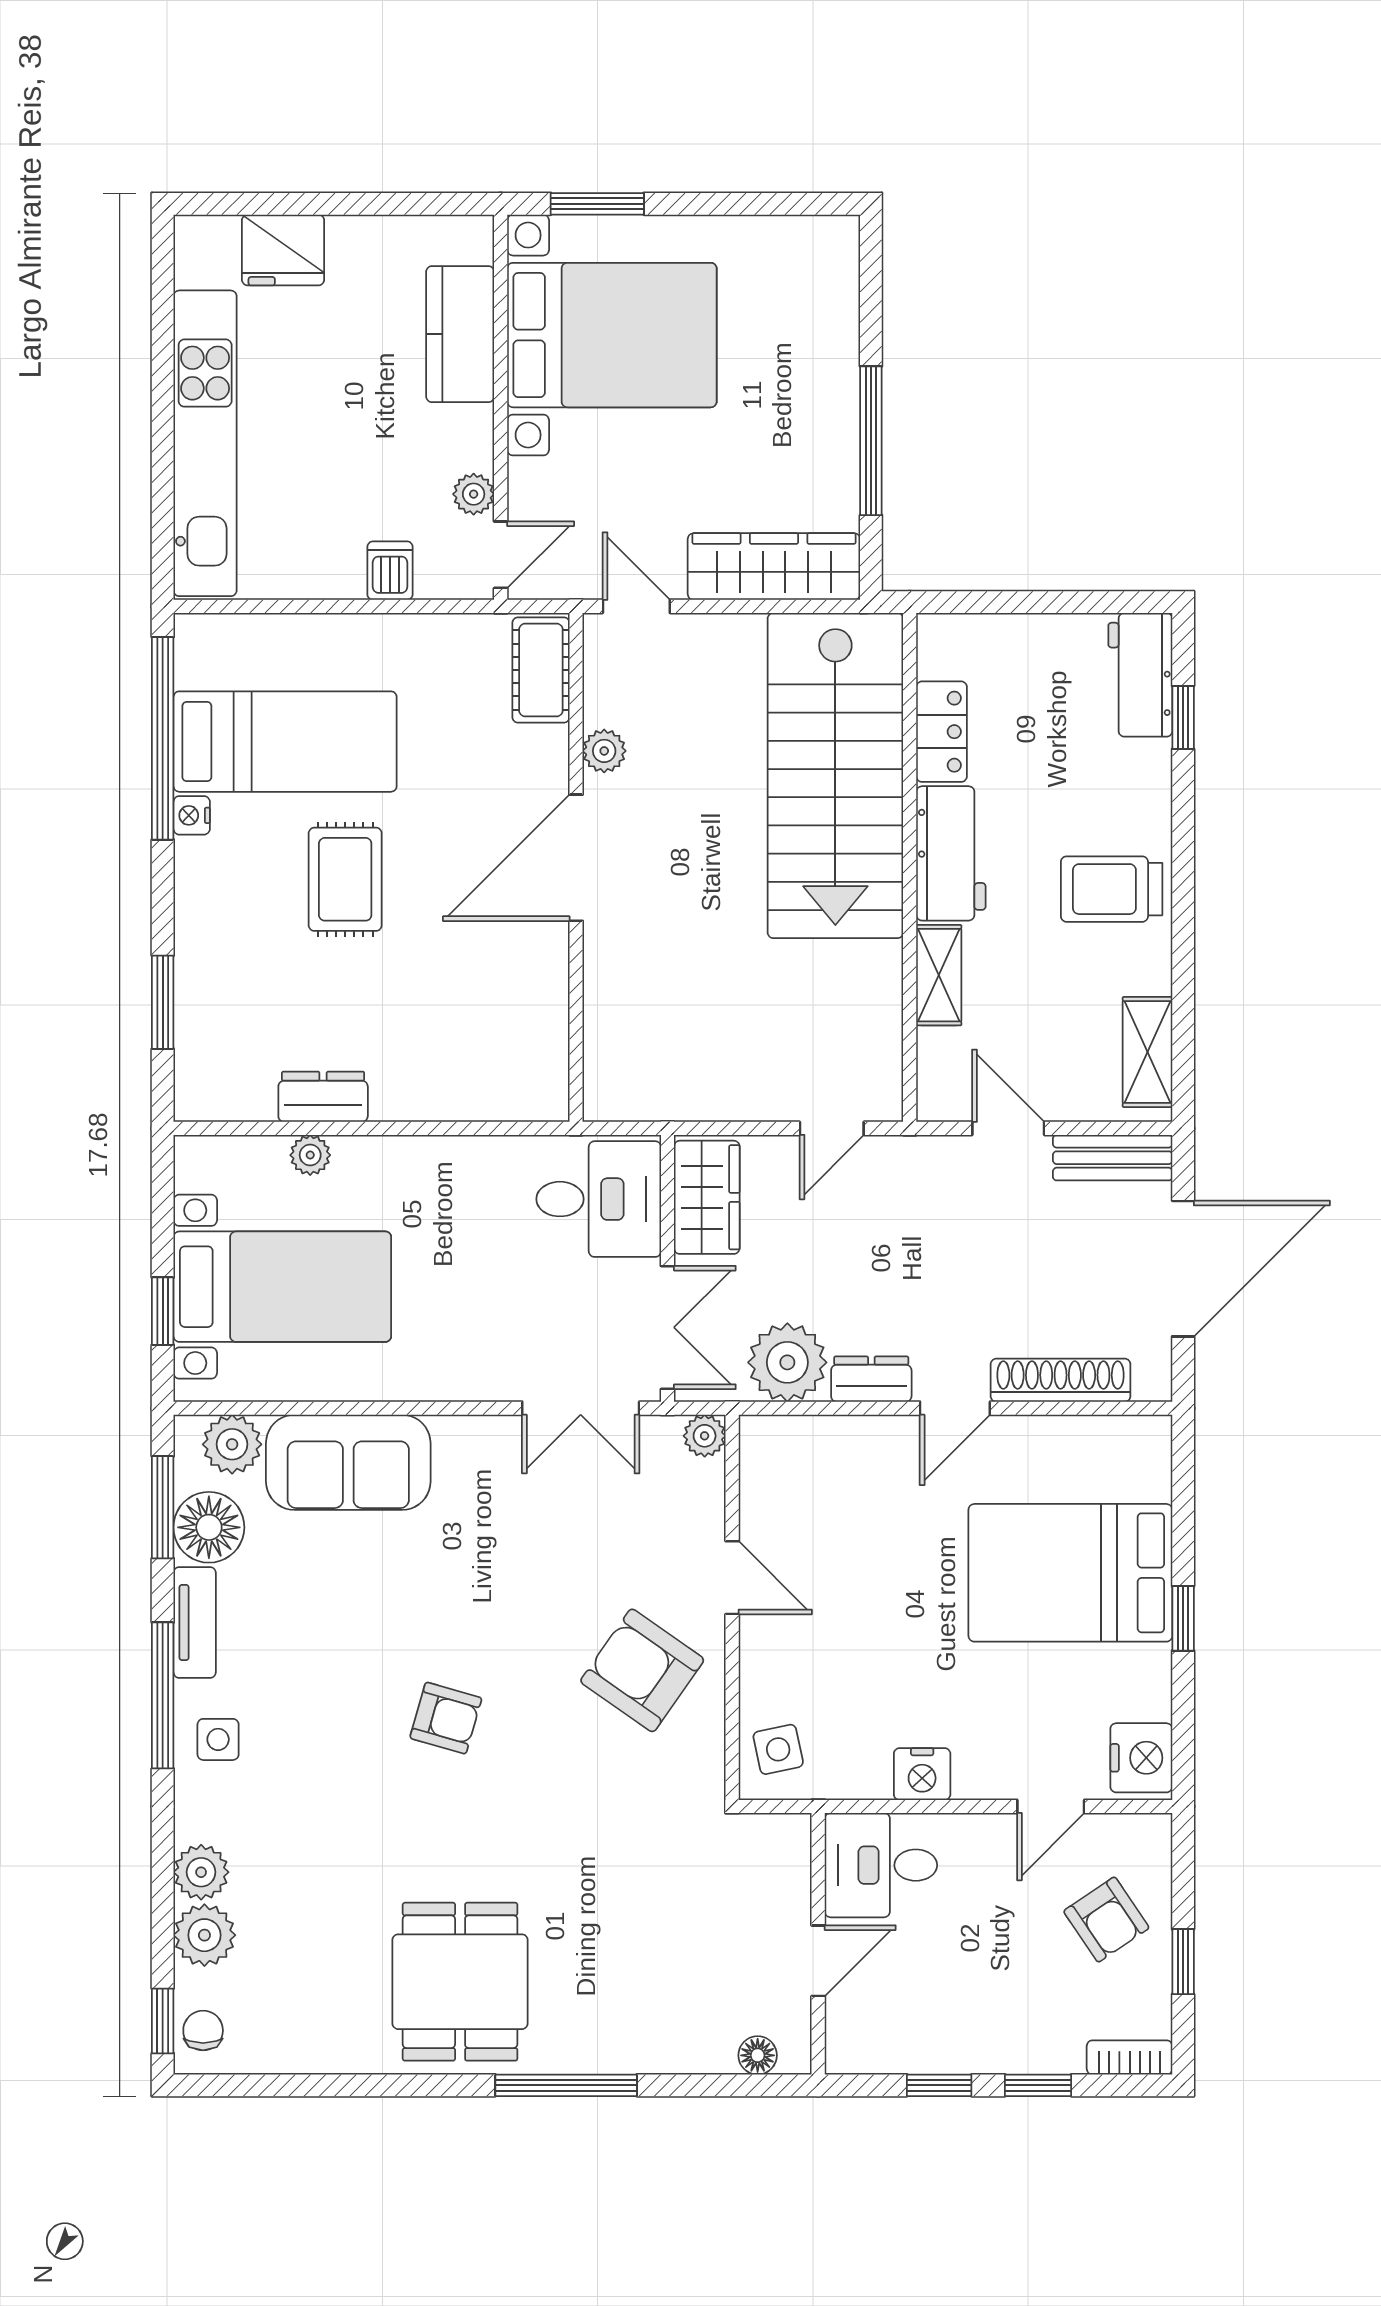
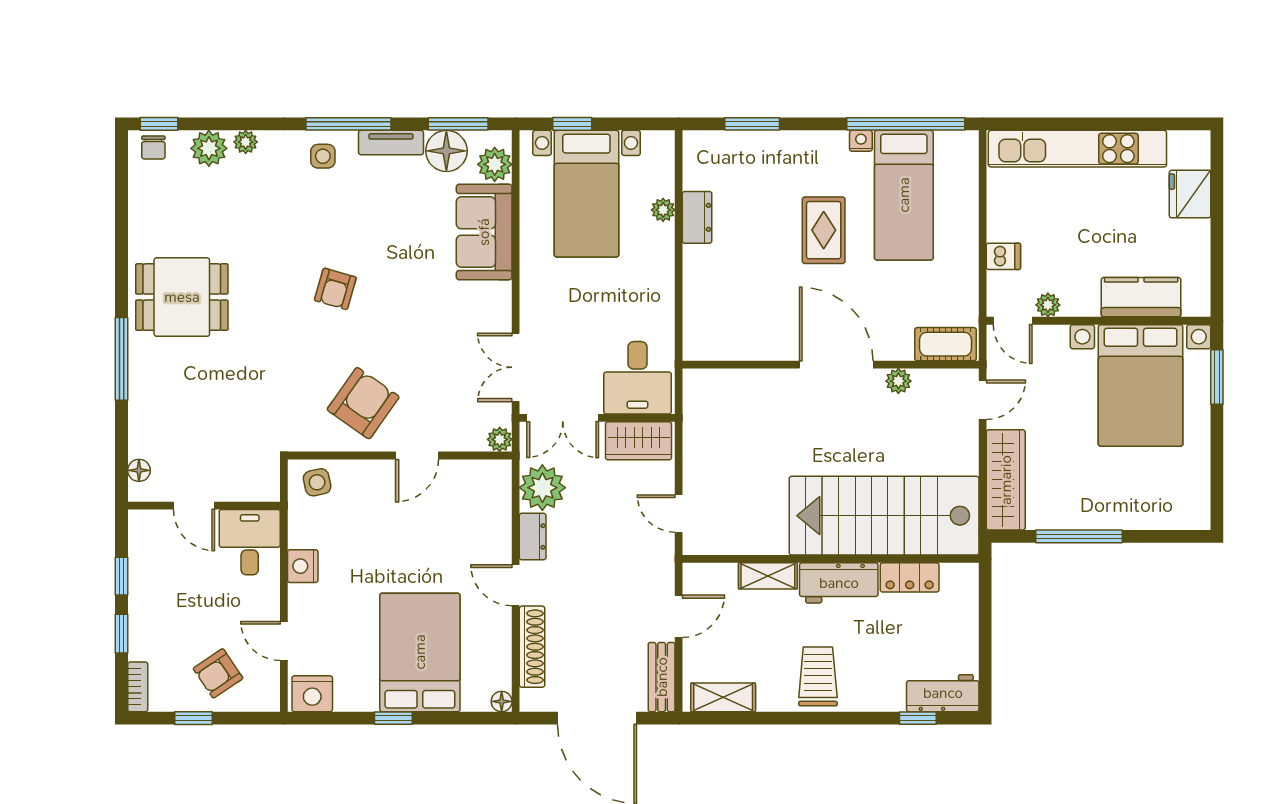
rug: (345, 879) -> (824, 230), turned 90
floor lamp: (1155, 1432) -> (502, 701), added
plant: (201, 1872) -> (246, 142), width x0.73, depth x0.73
chair: (203, 2031) -> (153, 148), turned 90

